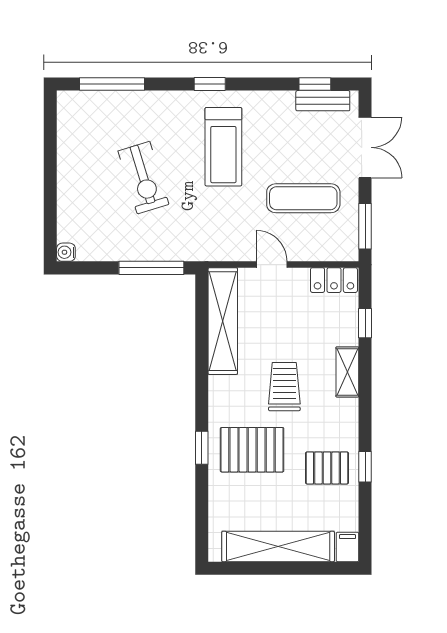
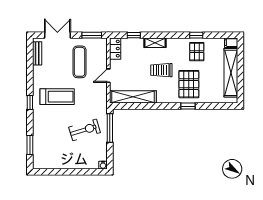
window: (112, 84) -> (30, 145), width x0.69
window: (315, 84) -> (30, 57), removed
exercise bike: (143, 178) -> (85, 130), moved

